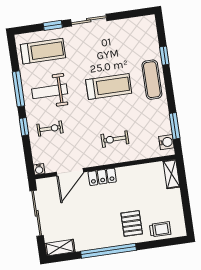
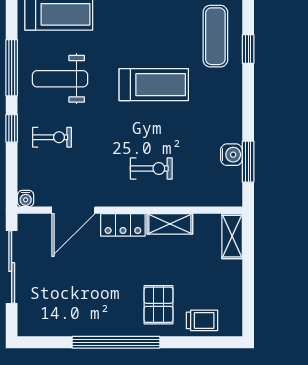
exercise mat: (152, 80) -> (215, 36), moved
exercise bike: (115, 139) -> (151, 169), turned 180
water cooler: (166, 142) -> (231, 155), moved
shelving: (60, 248) -> (170, 224), moved

